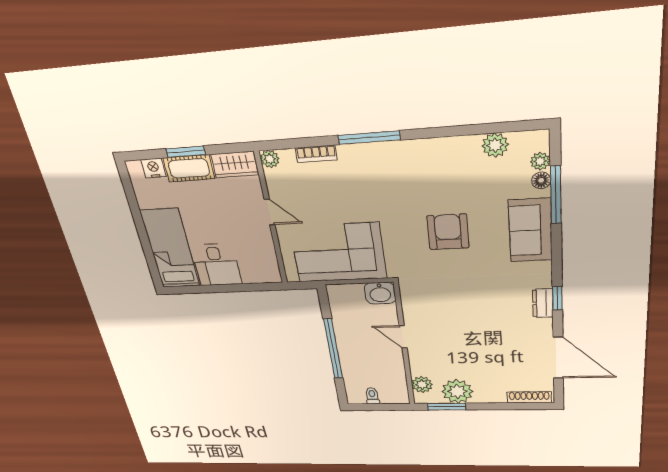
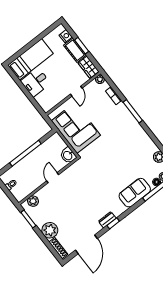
armchair: (448, 232) -> (114, 164), removed
plant: (457, 391) -> (50, 230), moved

